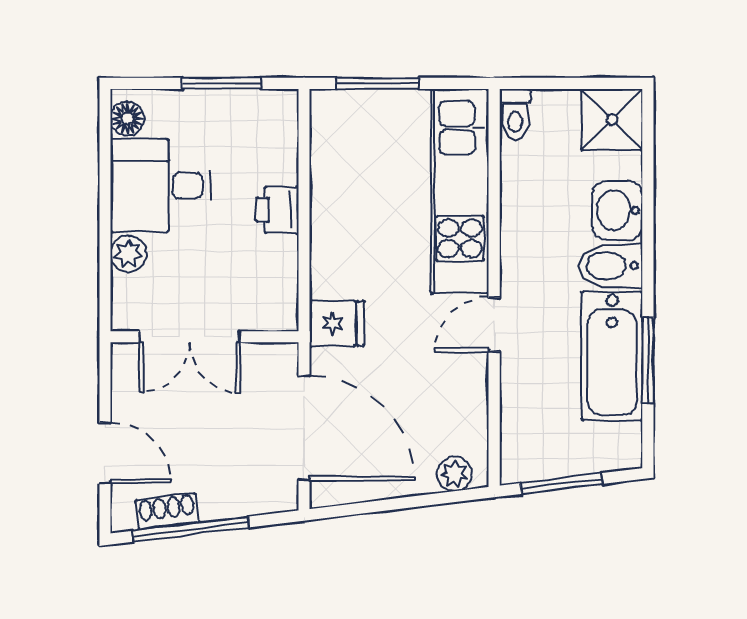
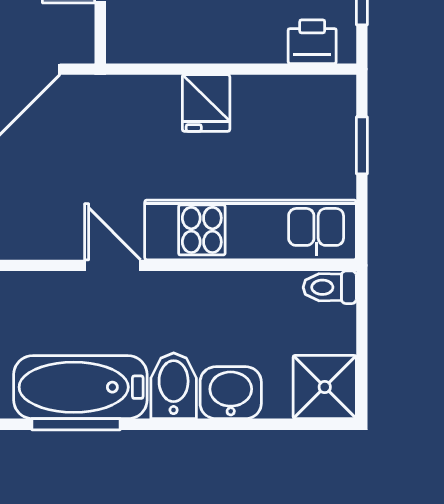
window: (378, 83) -> (362, 145), width x0.67
printer: (277, 210) -> (312, 42), moved
fridge: (337, 323) -> (206, 103), moved

